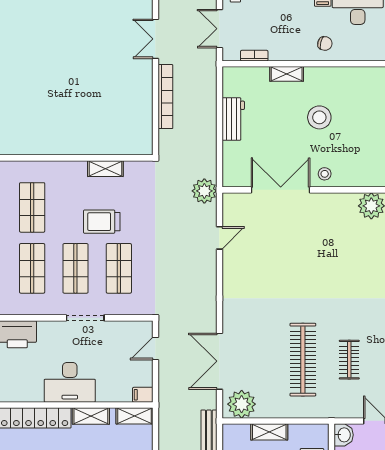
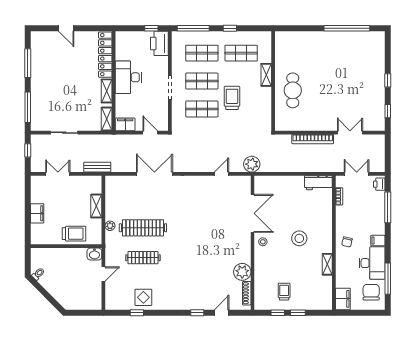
shelving: (287, 74) -> (327, 264), moved
workbench: (233, 119) -> (318, 183), moved
cafe table: (90, 127) -> (293, 90), added
shelving: (105, 169) -> (266, 75), moved
door: (219, 238) -> (222, 174), swing flipped
clothes rail: (349, 360) -> (143, 258), width x1.36
double door: (219, 361) -> (154, 174), moved
filing cabinet: (143, 395) -> (125, 124), width x2.00
plant: (242, 404) -> (110, 226), moved, width x0.53, depth x0.53

